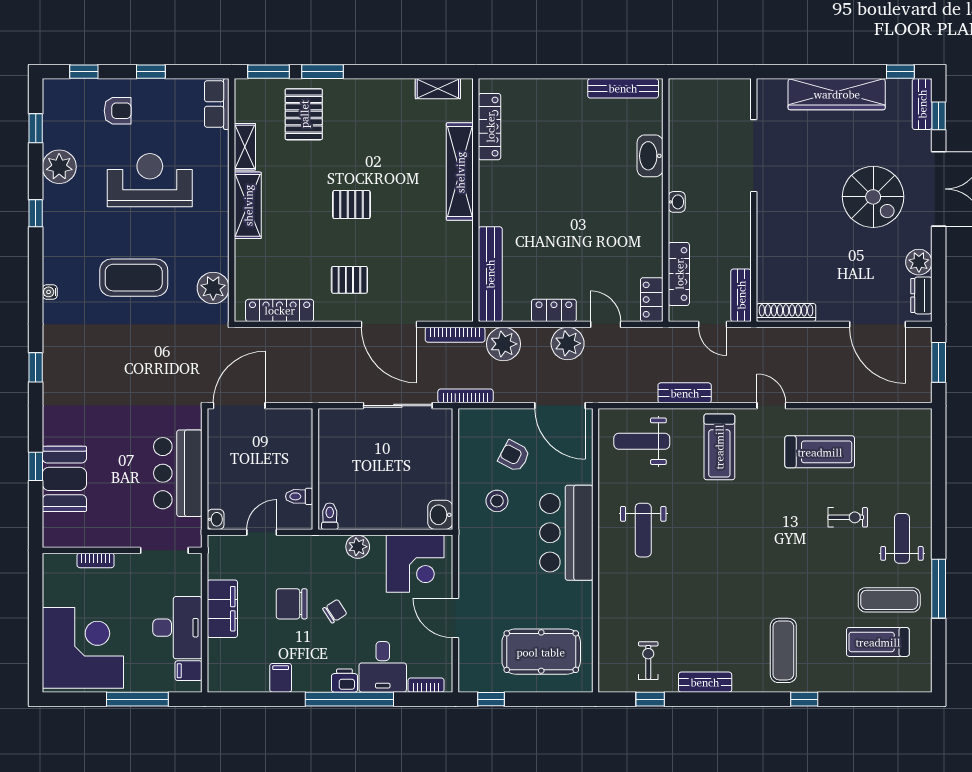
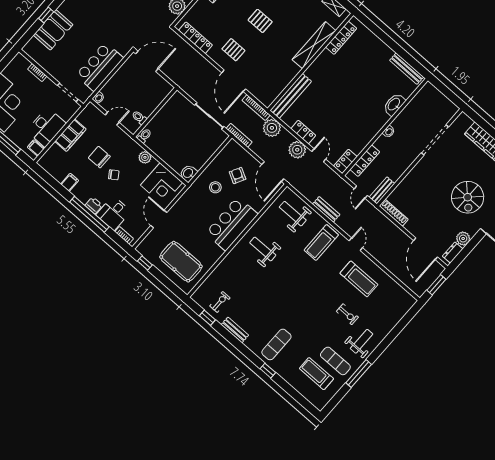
weight bench: (643, 530) -> (263, 249), turned 90

